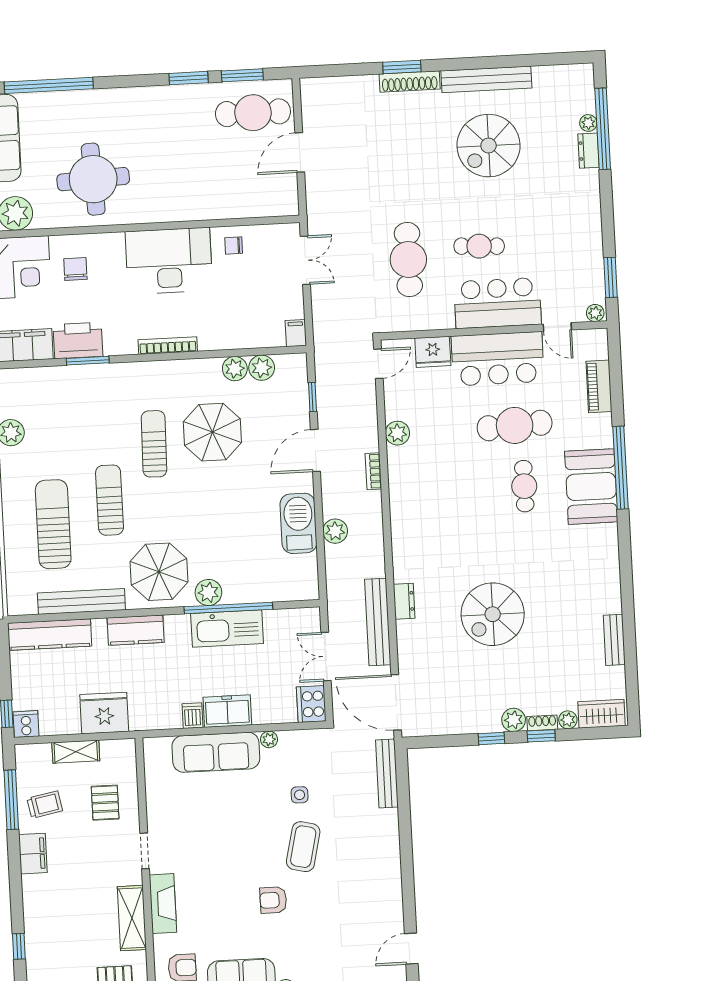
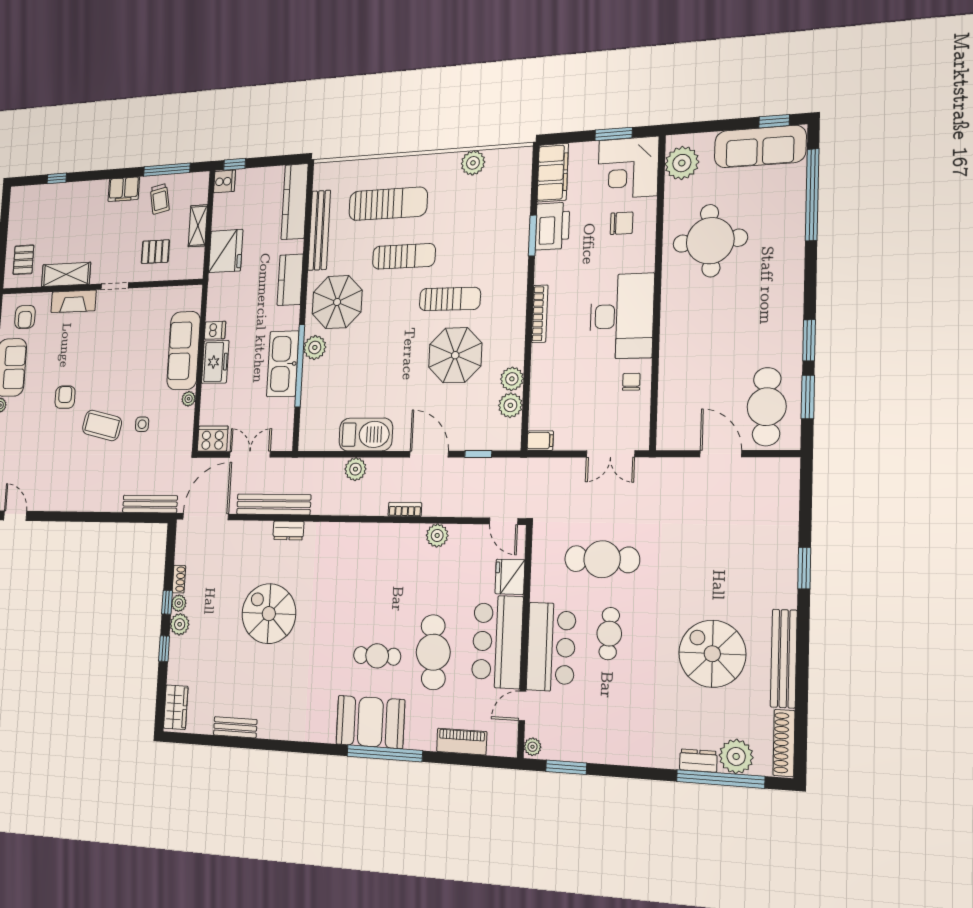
shoe rack: (410, 81) -> (784, 743), moved
plant: (588, 123) -> (736, 756), width x1.87, depth x1.87
plant: (568, 720) -> (179, 603), moved
shoe rack: (542, 723) -> (179, 579), moved

